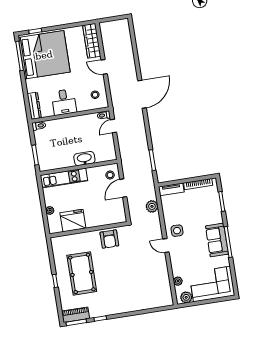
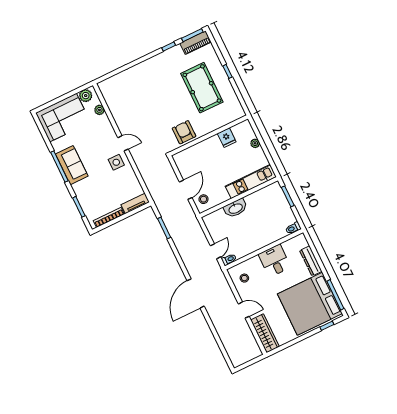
dresser: (34, 106) -> (311, 261), moved
plant: (152, 206) -> (150, 180), removed
fridge: (73, 221) -> (227, 138), width x0.53, depth x0.75

